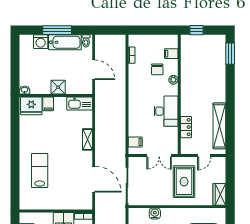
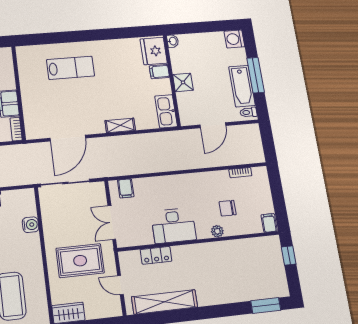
washing machine: (41, 42) -> (234, 39), moved
filing cabinet: (171, 54) -> (269, 223), moved

